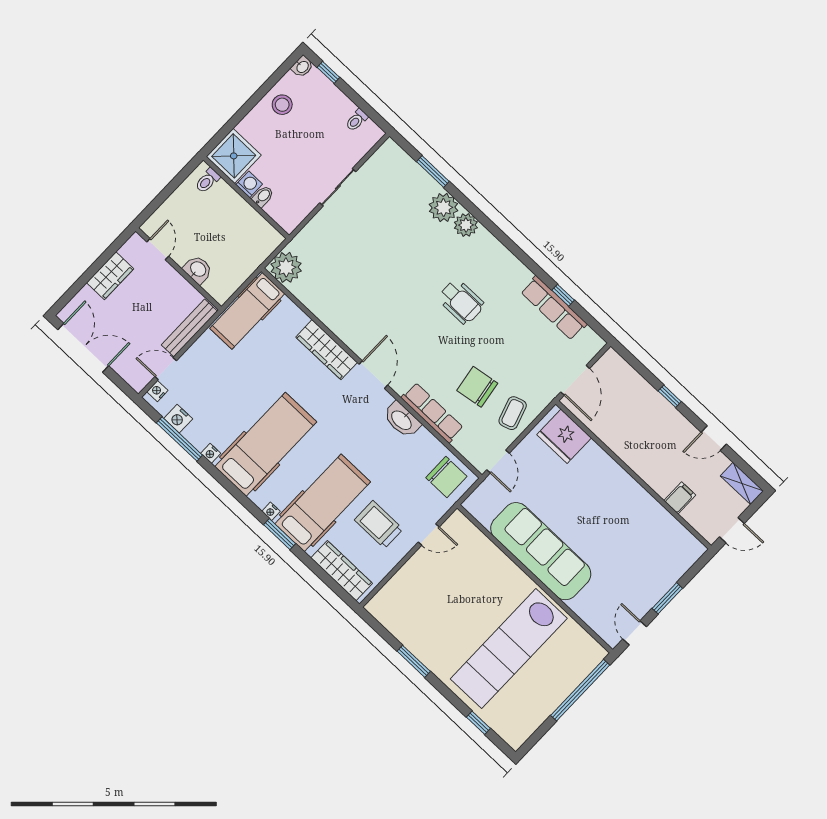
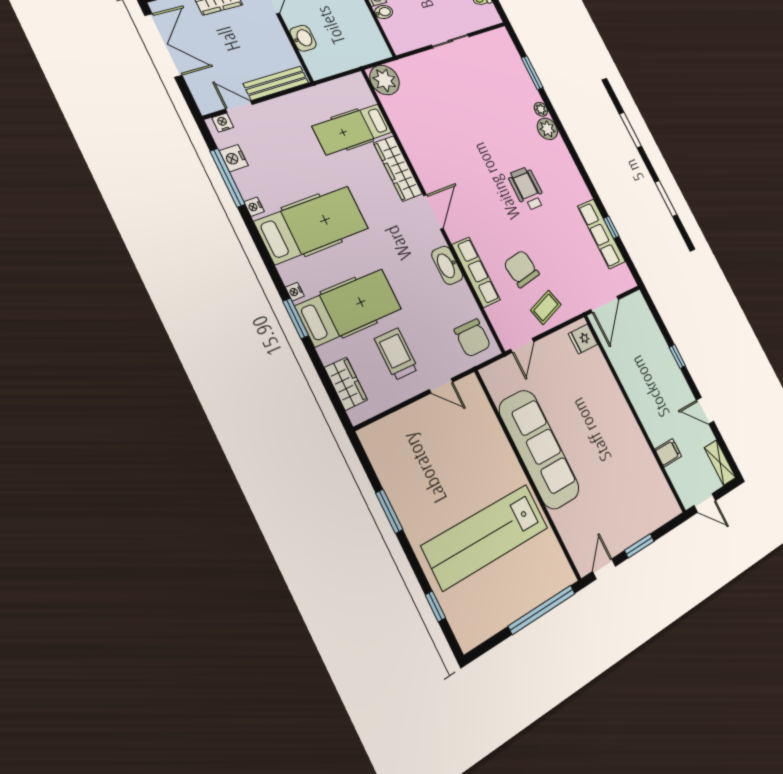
plant: (443, 208) -> (541, 109), width x0.53, depth x0.53
wheelchair: (461, 302) -> (527, 189), turned 180
hospital bed: (247, 311) -> (352, 129), moved
fridge: (564, 436) -> (583, 339), width x0.53, depth x0.75
wardrobe: (342, 571) -> (346, 384), width x0.67

